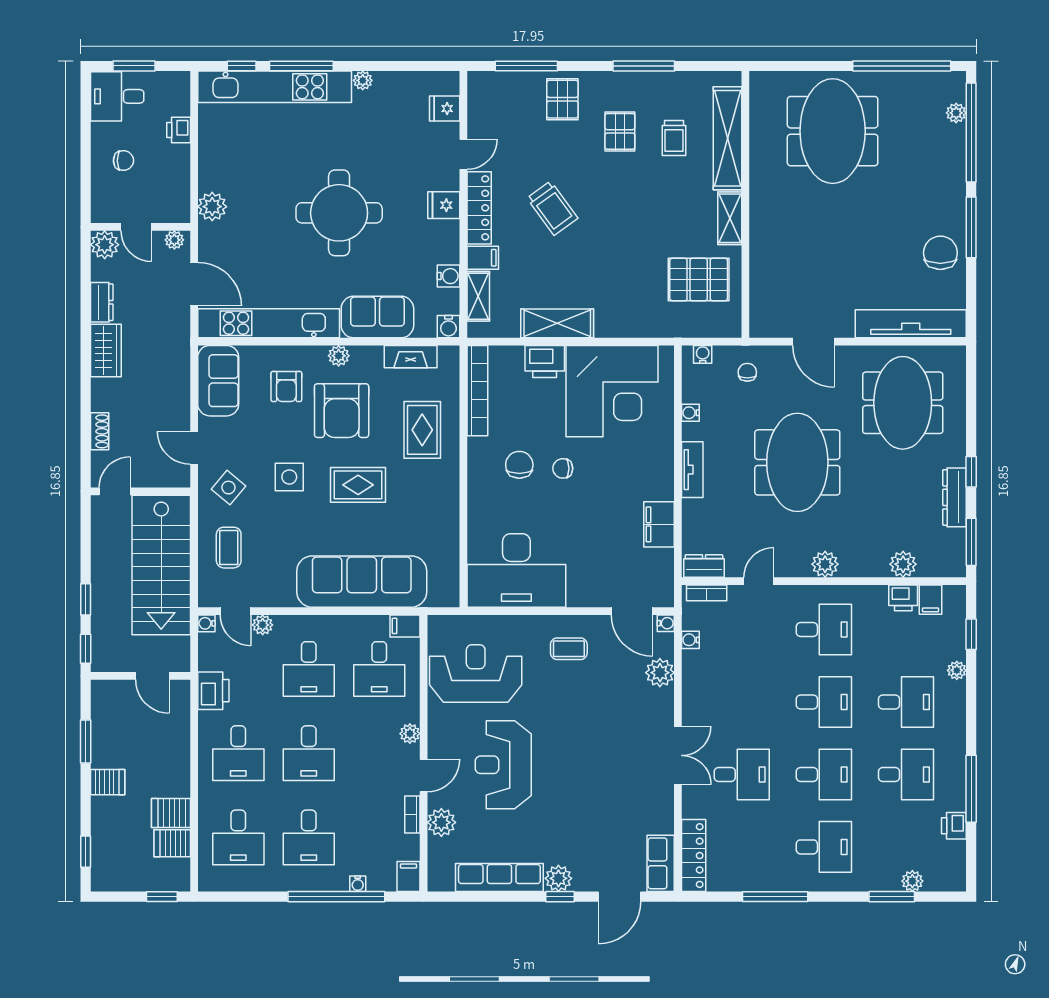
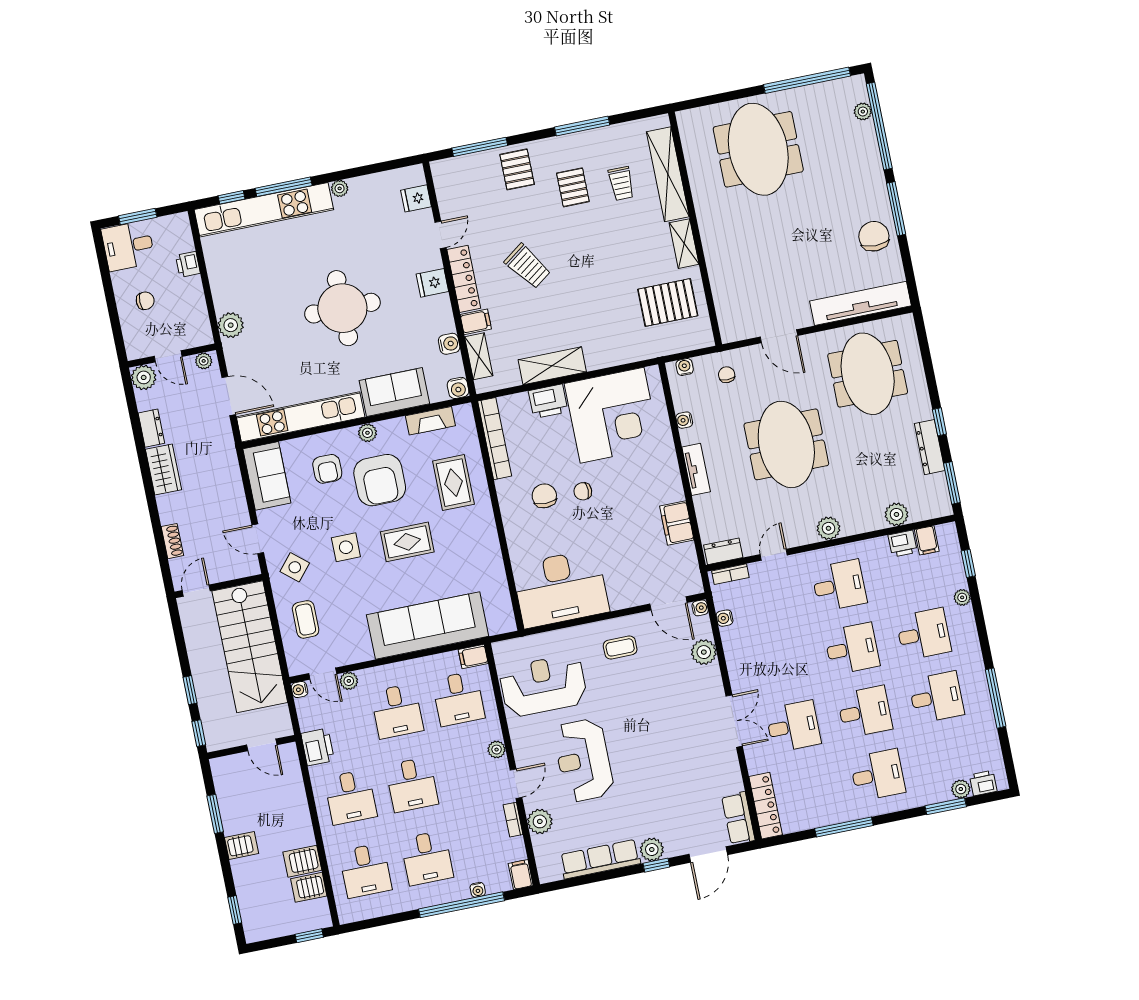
printer: (954, 826) -> (983, 783), moved, turned 90

